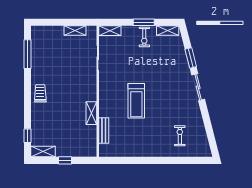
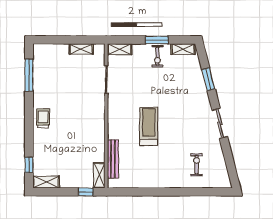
sliding door: (198, 87) -> (220, 123), moved
treadmill: (136, 101) -> (149, 126), turned 180
shelving: (91, 113) -> (99, 175), moved
bench: (104, 131) -> (113, 159), width x1.36
window: (65, 160) -> (86, 192), moved

